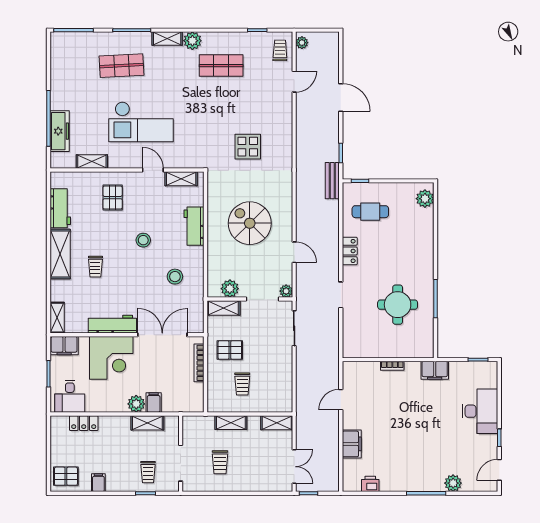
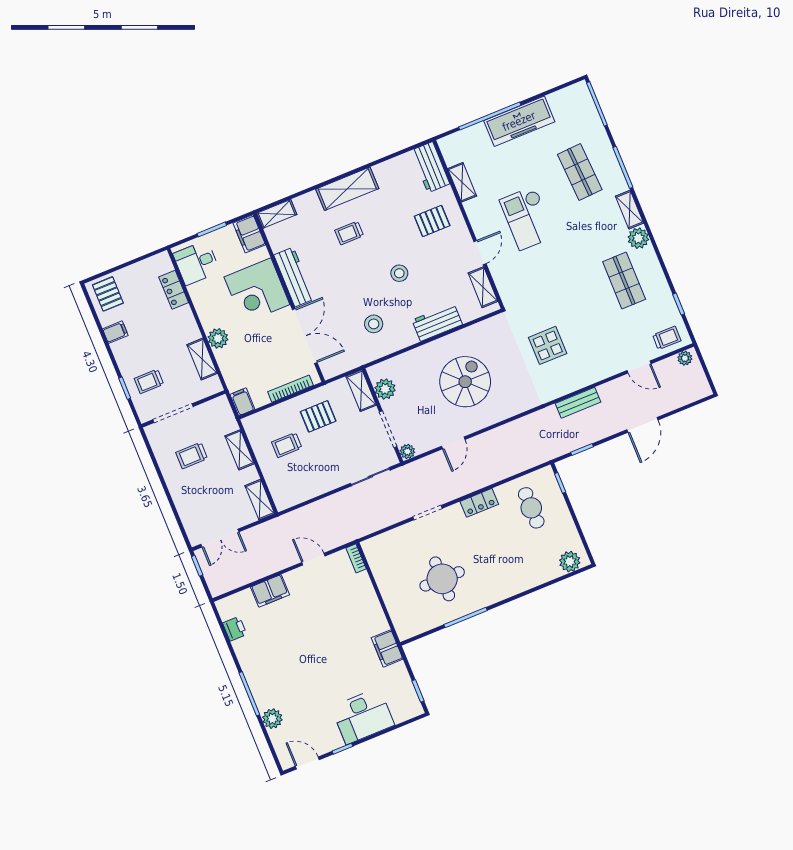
checkout: (141, 122) -> (527, 218), width x0.73, depth x0.83
freezer: (60, 131) -> (519, 121), moved, width x1.36, depth x1.26
bench: (332, 181) -> (578, 403), moved
workbench: (60, 208) -> (430, 167), moved, turned 90
pallet: (230, 350) -> (318, 416), turned 90
bookcase: (392, 366) -> (356, 558), moved
filing cabinet: (154, 403) -> (242, 402), moved, turned -90

